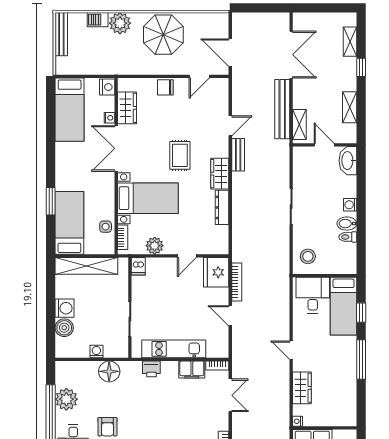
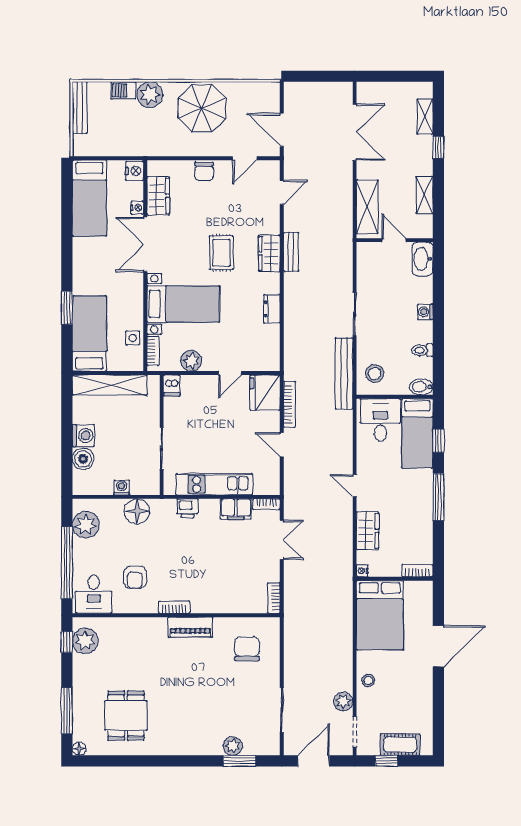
chair: (165, 87) -> (204, 171), turned -90
bench: (282, 109) -> (344, 373), moved
shelving: (299, 124) -> (367, 207), width x1.50, depth x1.33
door: (230, 126) -> (282, 192), moved
wardrobe: (220, 174) -> (269, 253), moved
dresser: (222, 207) -> (272, 309), width x0.70
bidet: (347, 224) -> (421, 387), moved
plant: (66, 399) -> (86, 525), moved
bookcase: (344, 421) -> (417, 571), added

